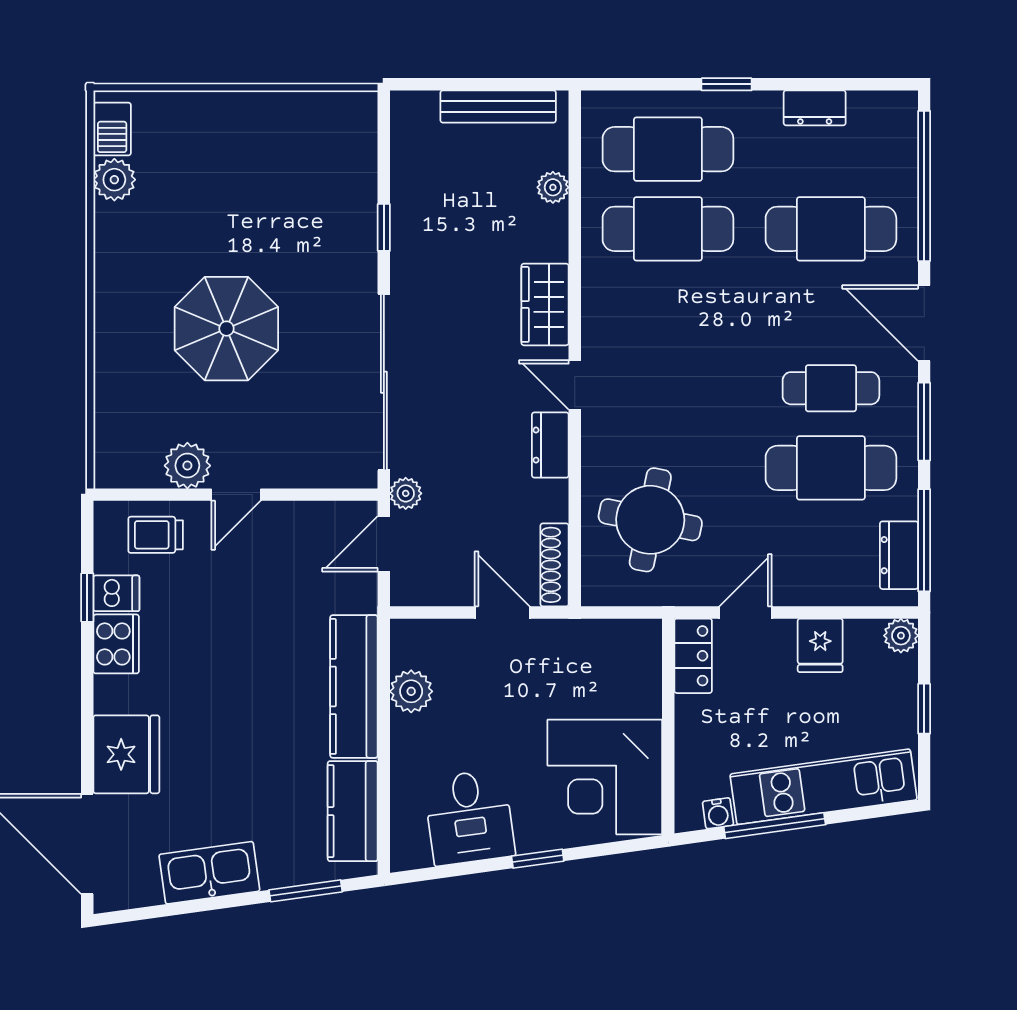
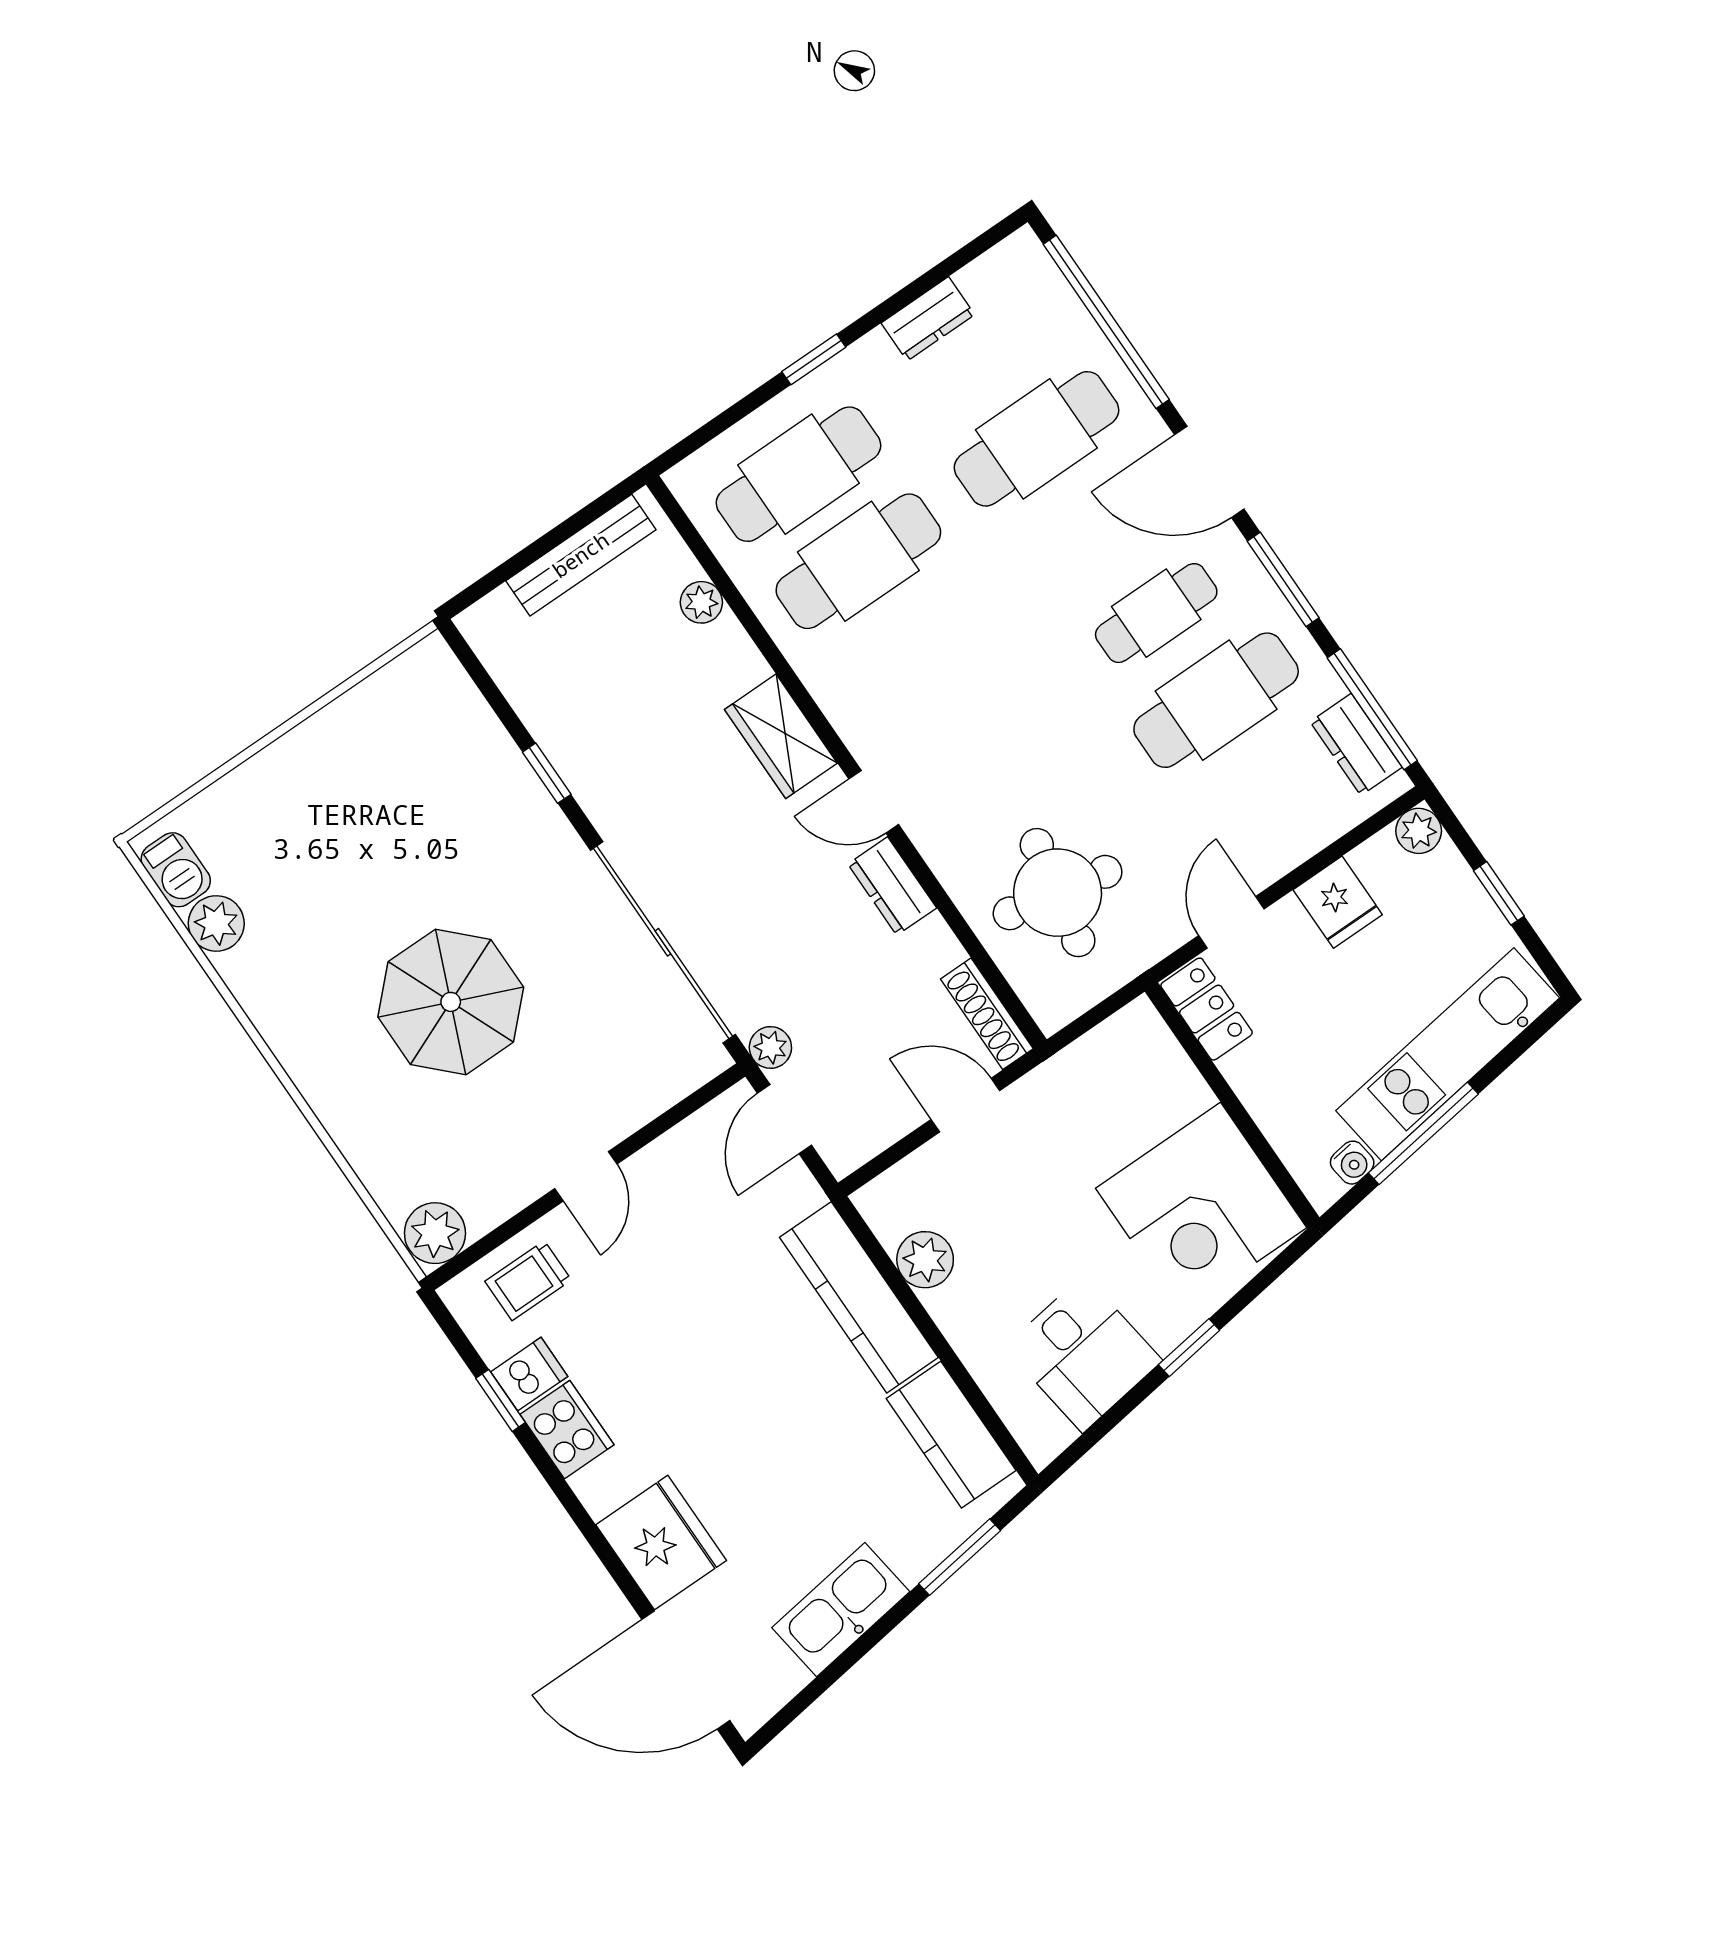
plant: (187, 466) -> (435, 1233), moved

